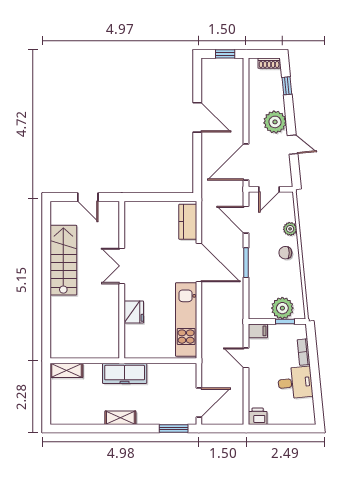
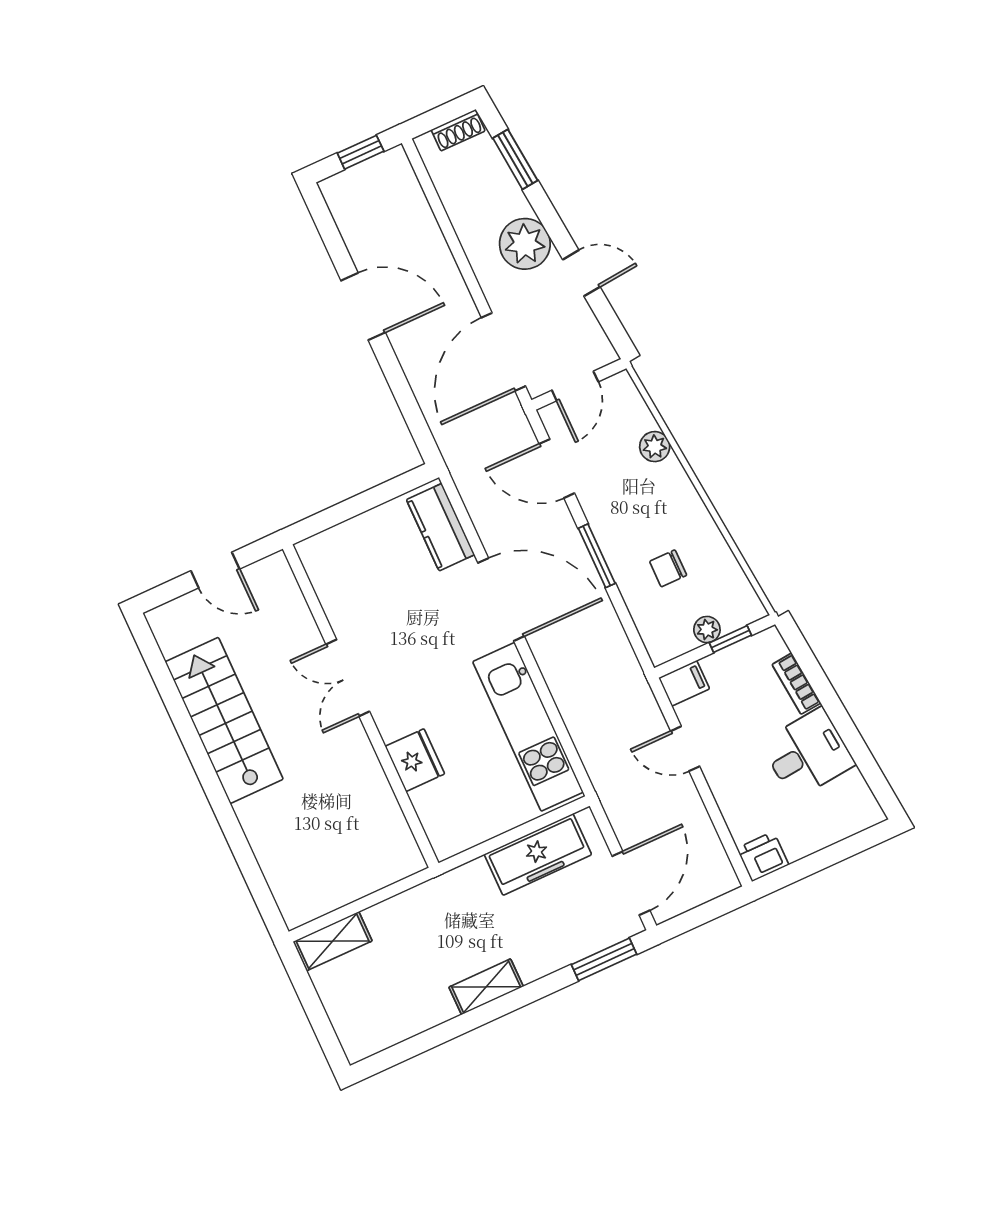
window: (287, 86) -> (515, 159), width x1.50
chair: (285, 253) -> (668, 568), moved
plant: (282, 308) -> (707, 630), width x0.53, depth x0.53
freezer: (125, 373) -> (538, 854), moved

